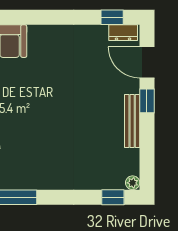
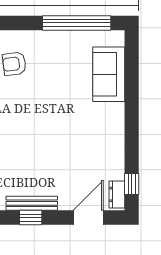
window: (147, 101) -> (31, 218), moved

